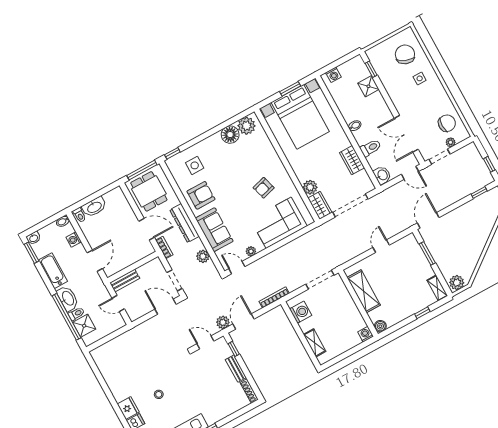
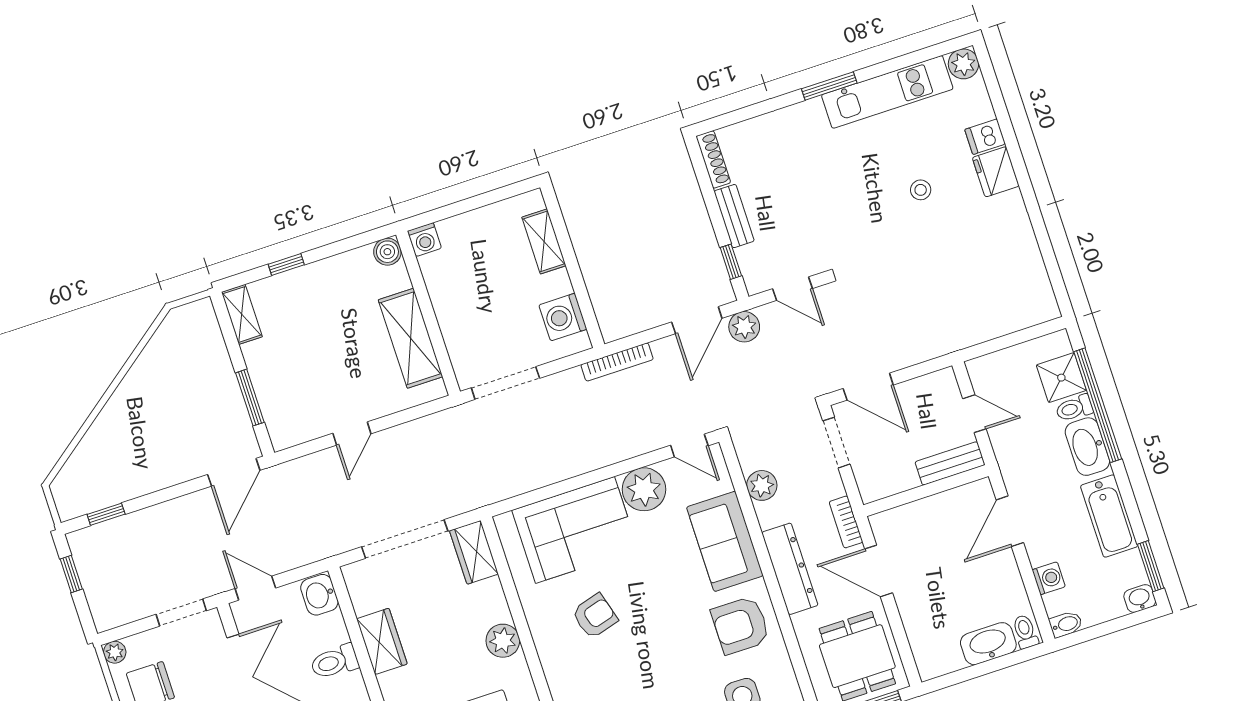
plant: (451, 142) -> (115, 652), moved
plant: (310, 187) -> (503, 641), moved
plant: (251, 251) -> (644, 489), width x1.88, depth x1.88
plant: (457, 283) -> (195, 319), removed

